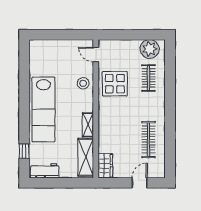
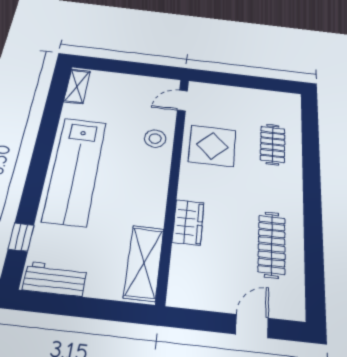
plant: (150, 49) -> (275, 104), removed
door: (96, 55) -> (182, 101), hinge flipped
shelving: (88, 125) -> (77, 86), moved
wardrobe: (105, 166) -> (188, 222), moved

